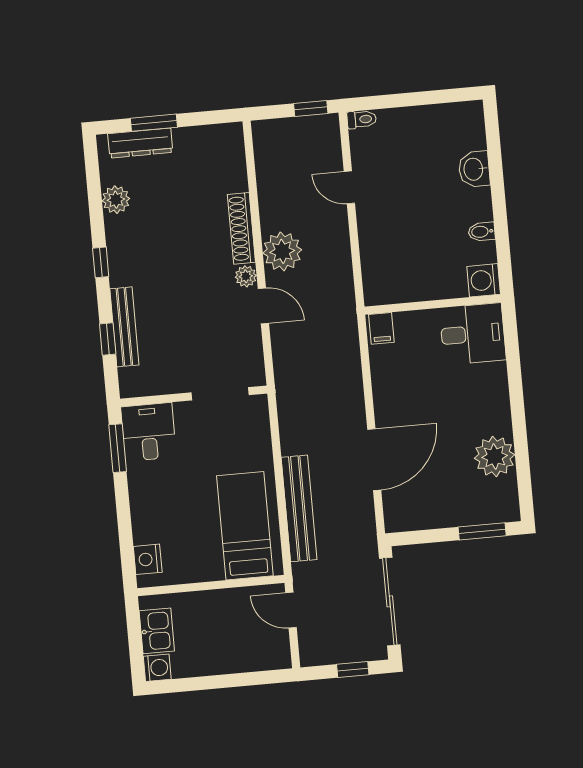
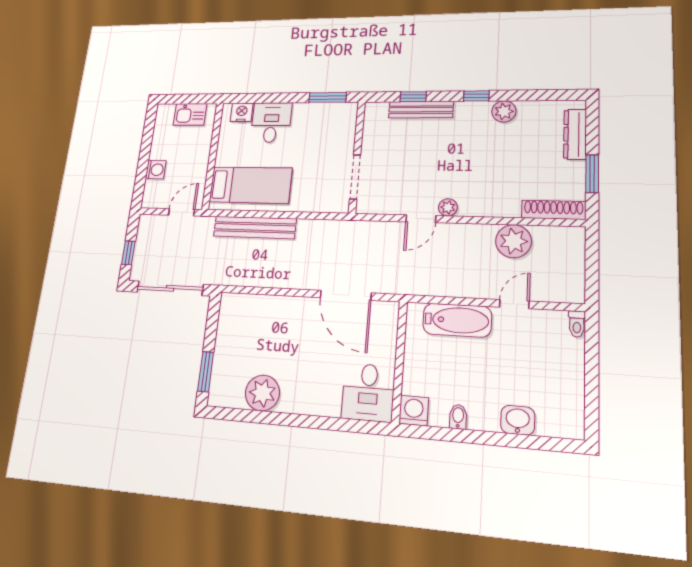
window: (311, 108) -> (592, 280), removed
window: (154, 123) -> (592, 174), moved
plant: (116, 200) -> (504, 111), moved
shoe rack: (241, 228) -> (554, 210), moved
bathtub: (377, 247) -> (457, 320), added
plant: (282, 251) -> (513, 241), moved
filing cabinet: (381, 328) -> (386, 314), removed
desk: (149, 432) -> (271, 122), moved, turned -90
door: (374, 460) -> (346, 295), moved
washing machine: (157, 668) -> (156, 170), moved, turned -90

